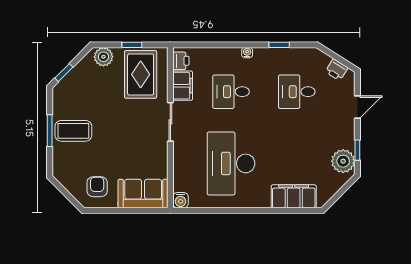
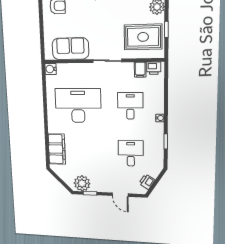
filing cabinet: (183, 86) -> (140, 70), width x0.50
sofa: (143, 193) -> (70, 49), moved, turned -90

